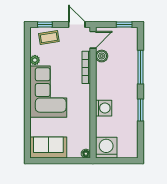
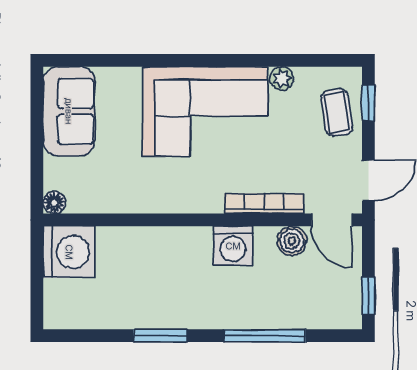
washing machine: (104, 108) -> (233, 246), moved

